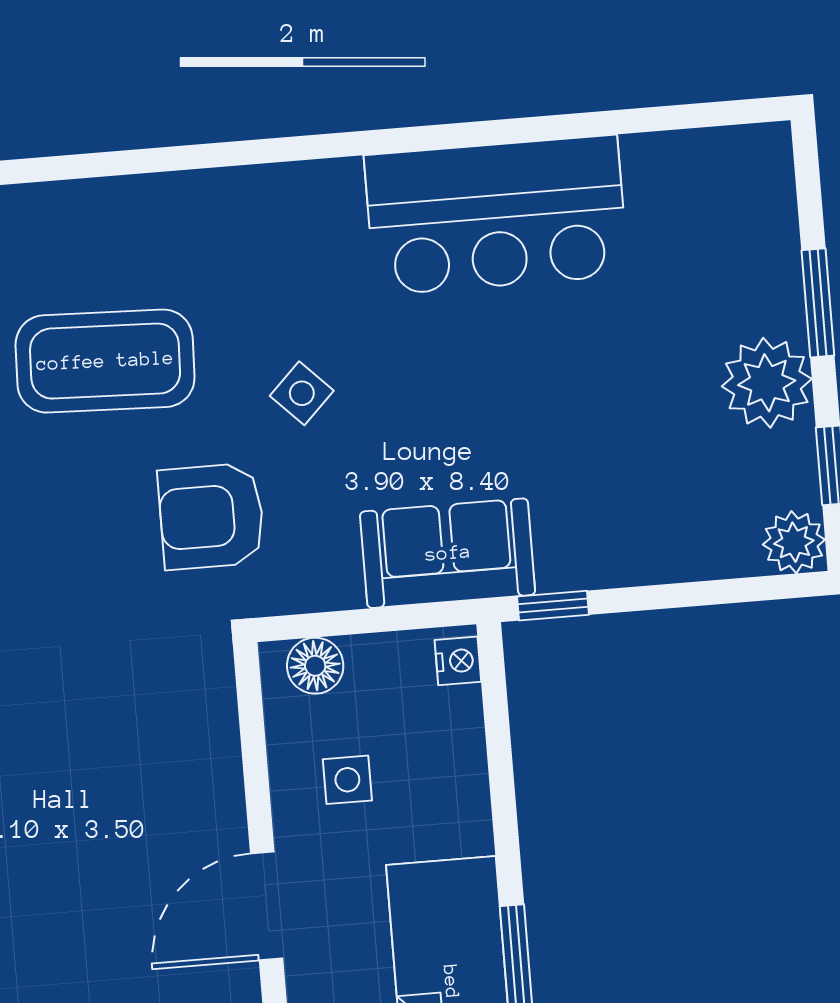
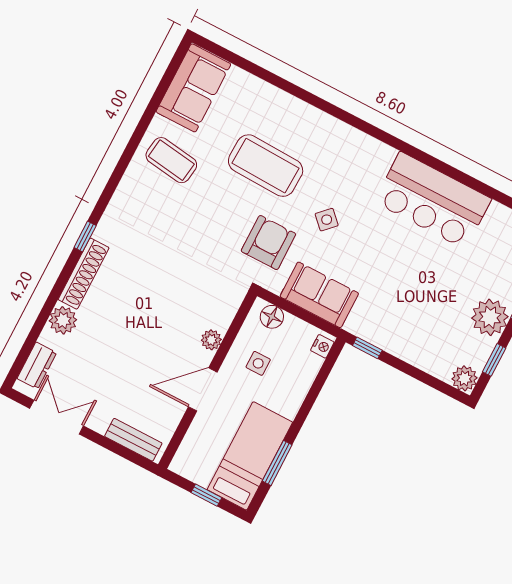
armchair: (211, 516) -> (268, 243), turned 90
sofa: (448, 553) -> (319, 295), moved
plant: (220, 792) -> (211, 340), added

